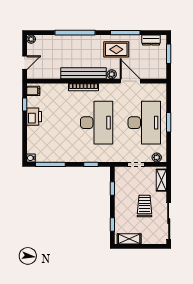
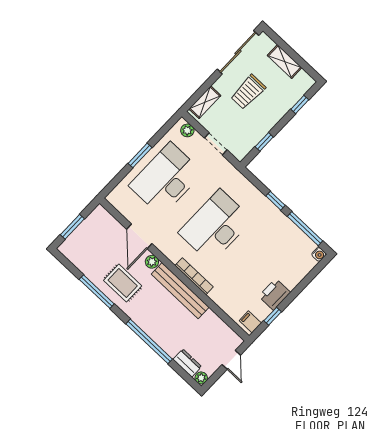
dresser: (151, 40) -> (187, 363), moved
door: (25, 63) -> (231, 360), swing flipped
window: (91, 164) -> (276, 201), moved
shelving: (129, 239) -> (285, 61), moved

